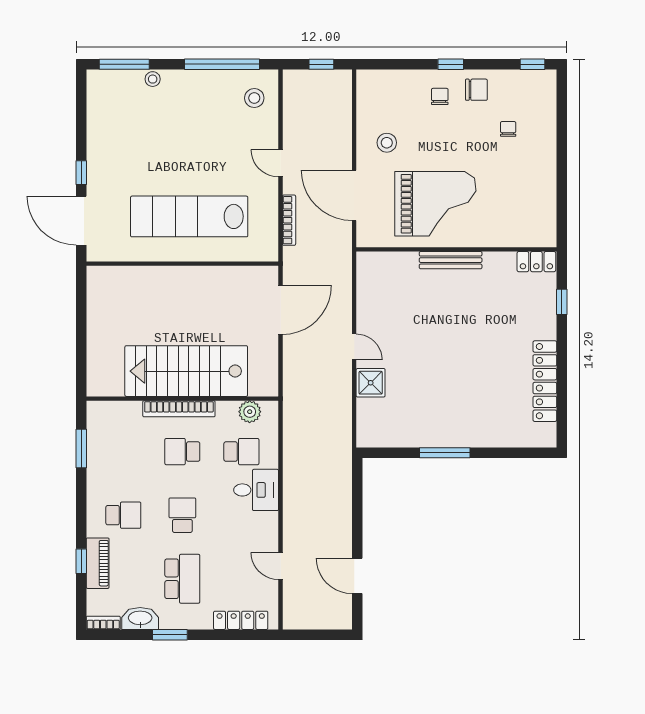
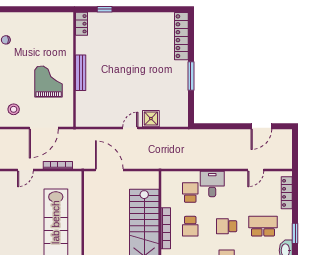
grand piano: (435, 204) -> (49, 81), width x0.73, depth x0.68
locker: (545, 381) -> (181, 36), moved, turned 90
plant: (250, 412) -> (167, 188), removed

